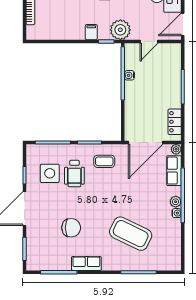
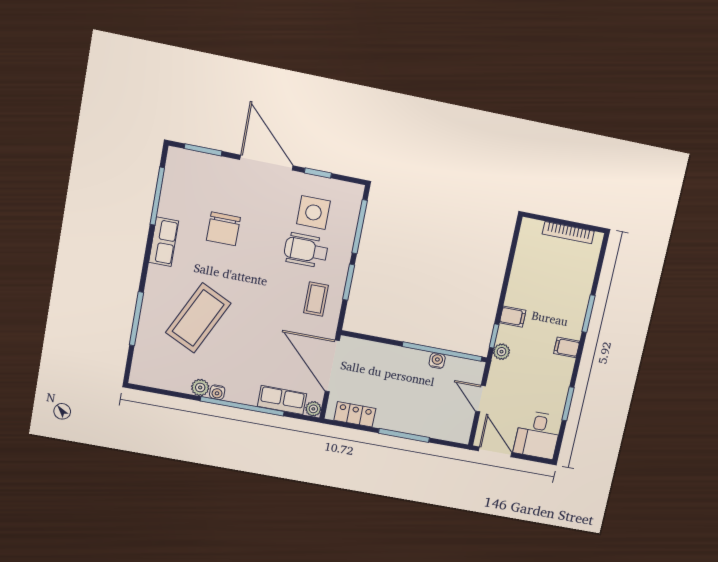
plant: (120, 30) -> (502, 352), width x0.53, depth x0.53
plant: (176, 202) -> (200, 387), moved

